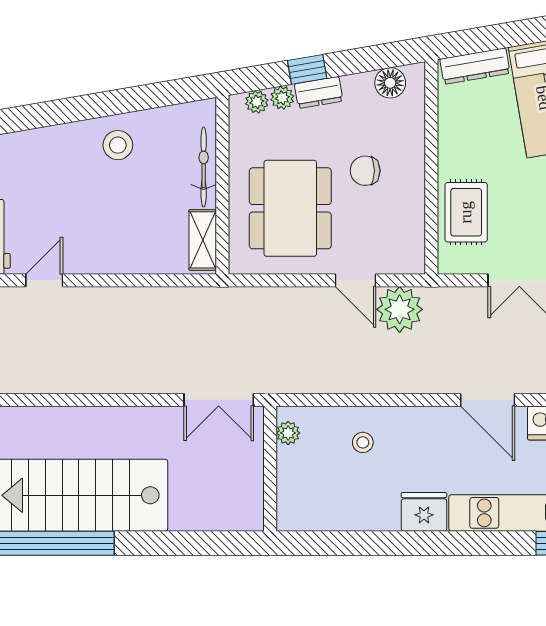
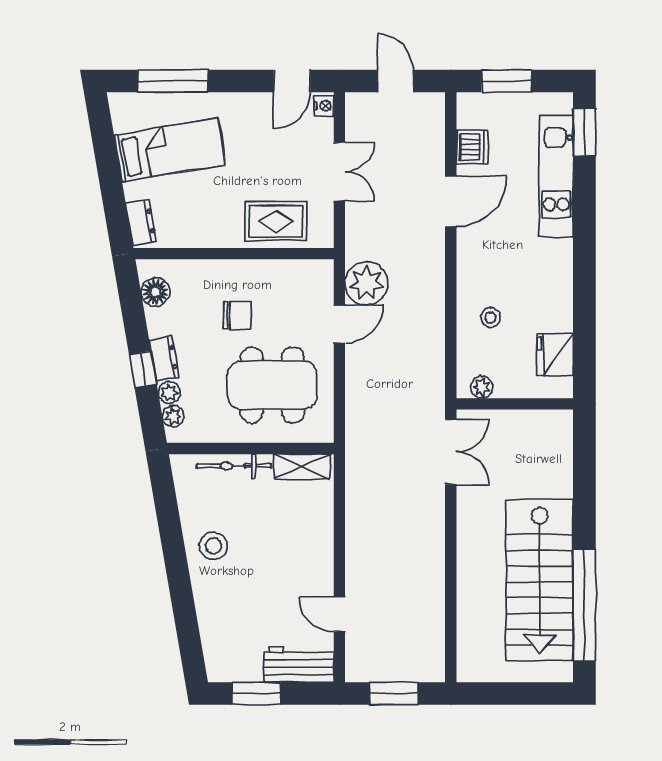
dresser: (475, 66) -> (141, 222), width x0.70
chair: (365, 171) -> (237, 315), turned -90
fridge: (424, 512) -> (555, 355), moved

